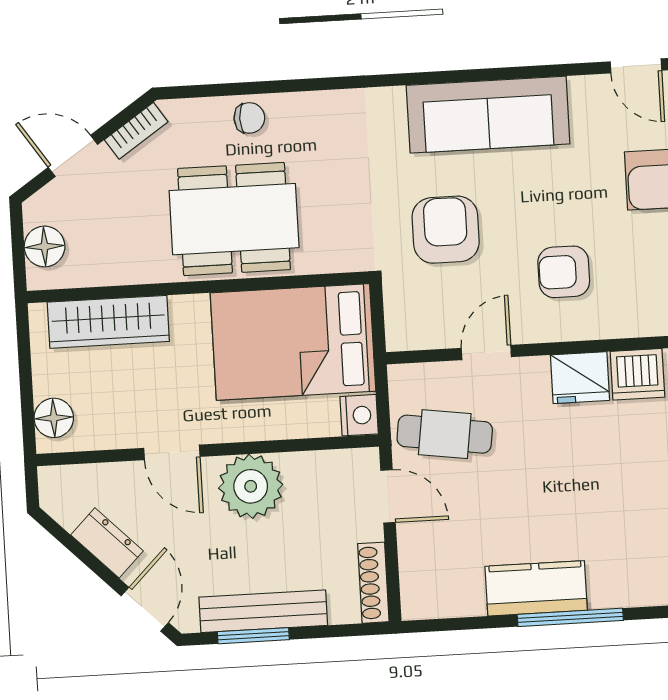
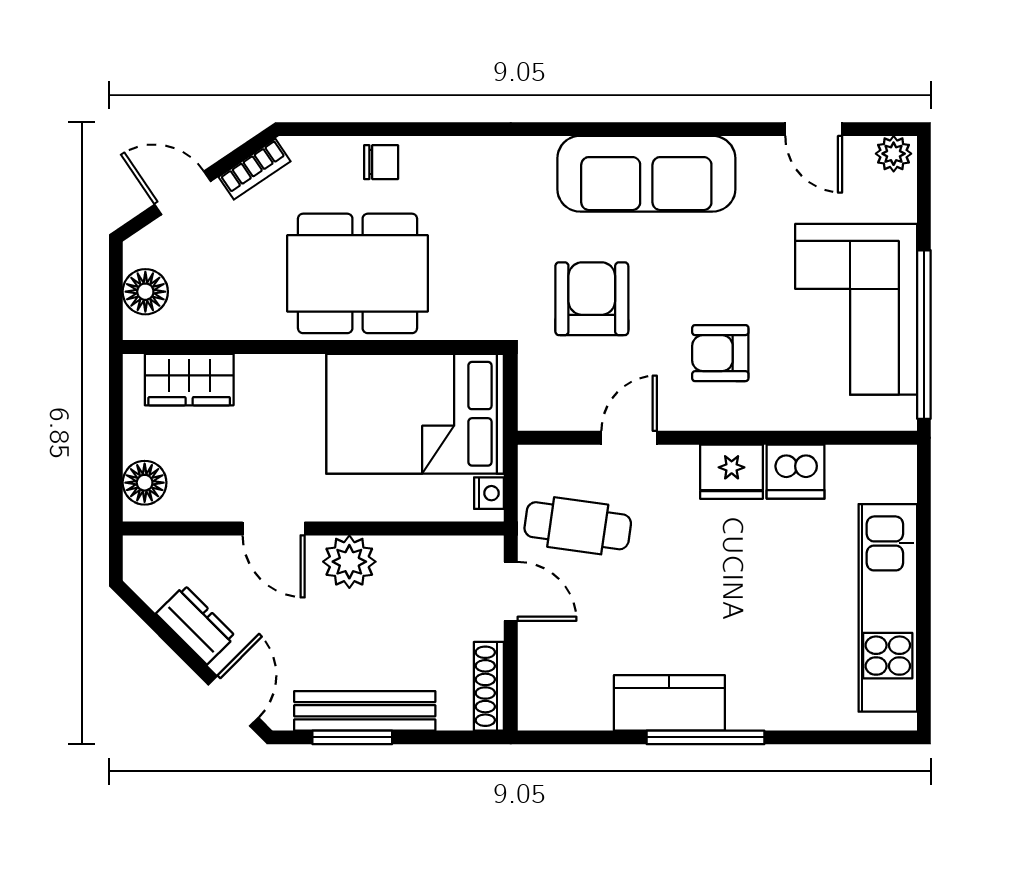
wardrobe: (108, 322) -> (189, 380), width x0.67
nightstand: (359, 415) -> (489, 493), width x0.72, depth x0.74
plant: (251, 486) -> (349, 562), width x0.73, depth x0.73

